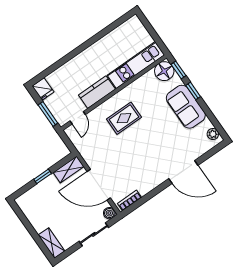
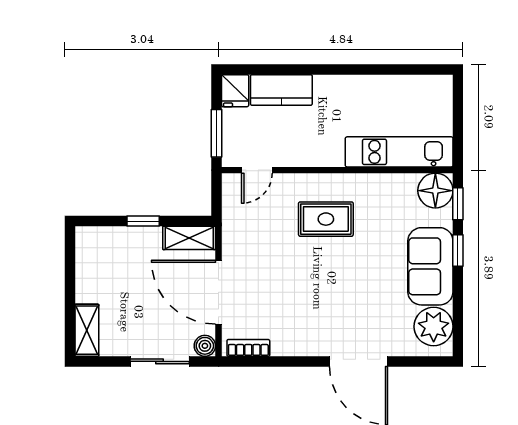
kitchen counter: (97, 92) -> (281, 90), moved, turned 180
plant: (213, 134) -> (434, 327), width x1.88, depth x1.88

